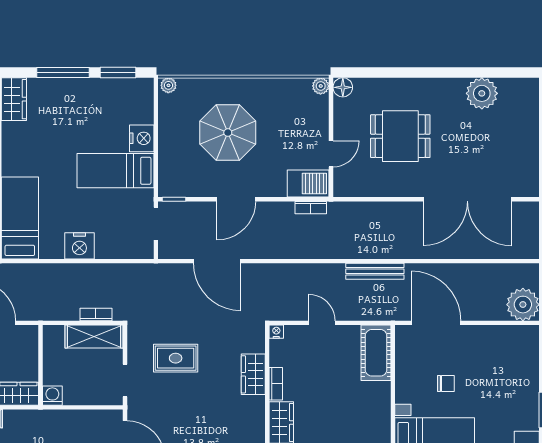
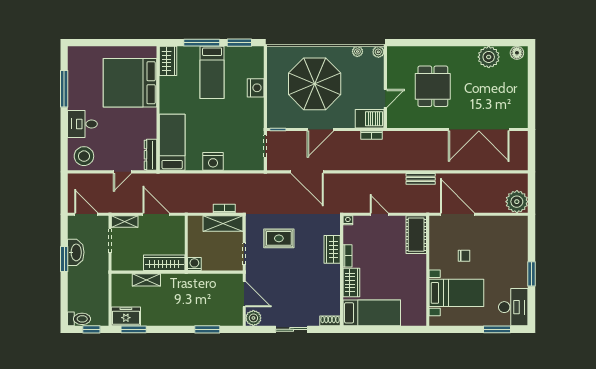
plant: (168, 85) -> (357, 51), moved
floor lamp: (343, 87) -> (517, 53), moved
parasol: (228, 133) -> (315, 84), width x1.36, depth x1.36
dining table: (400, 136) -> (433, 86), turned 90
bed: (115, 171) -> (212, 72), moved, turned -90
bench: (375, 271) -> (421, 179), width x0.73

